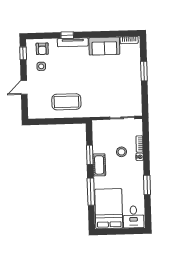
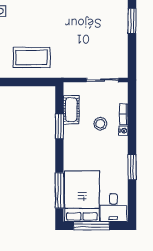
cot: (99, 165) -> (71, 110), moved
window: (91, 192) -> (59, 190), moved
window: (117, 232) -> (92, 226), added

